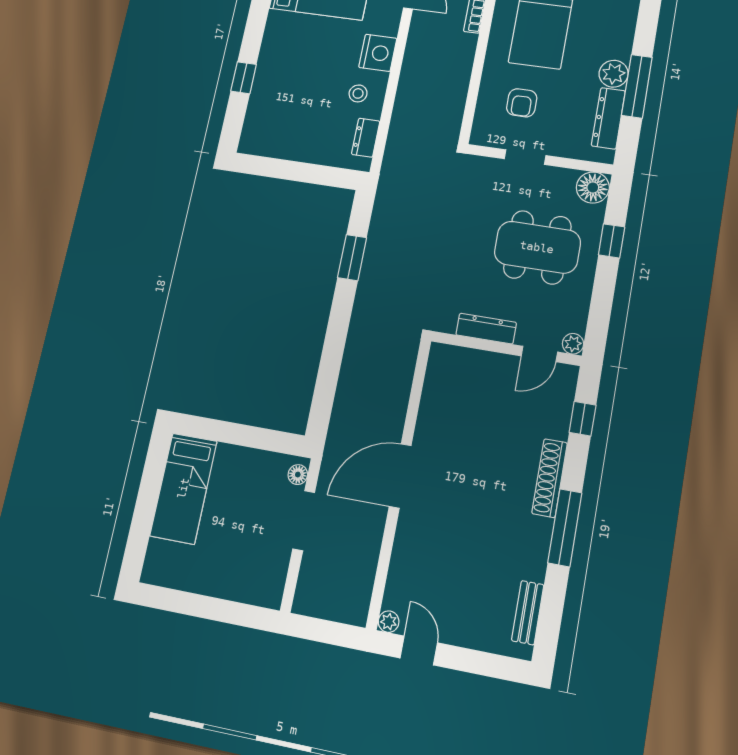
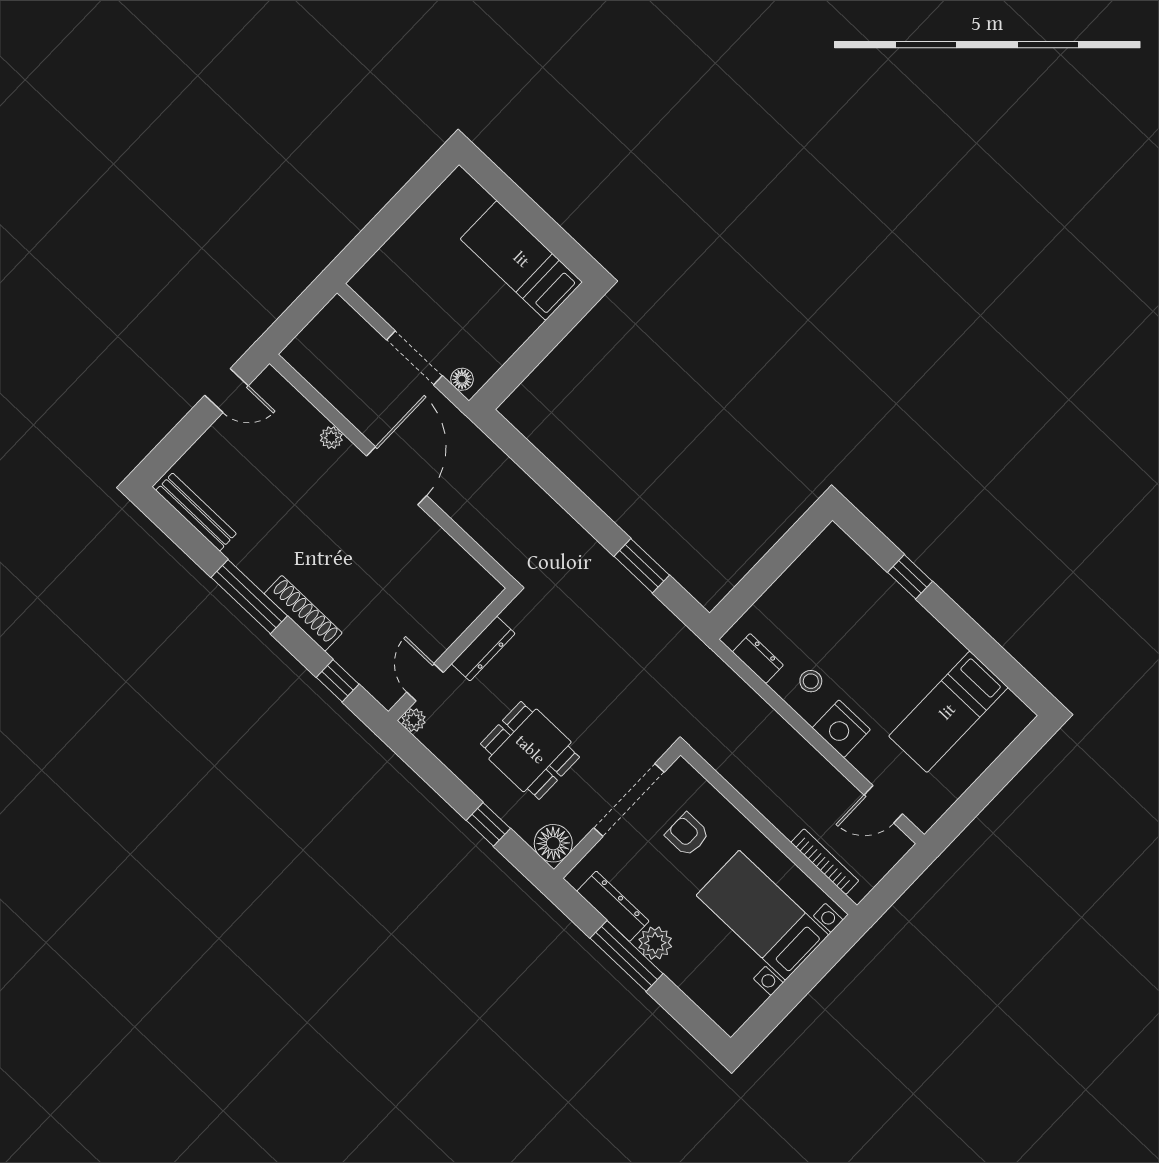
doorway: (525, 157) -> (629, 800), width x1.88
dining table: (537, 247) -> (530, 750), width x0.73
bench: (528, 613) -> (196, 512), width x1.36
plant: (389, 622) -> (331, 438), moved

